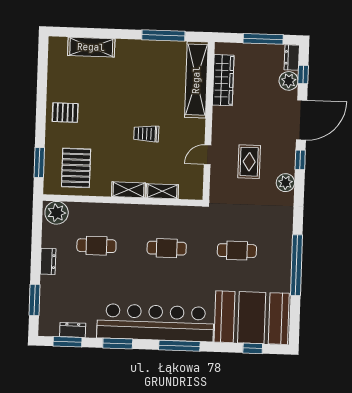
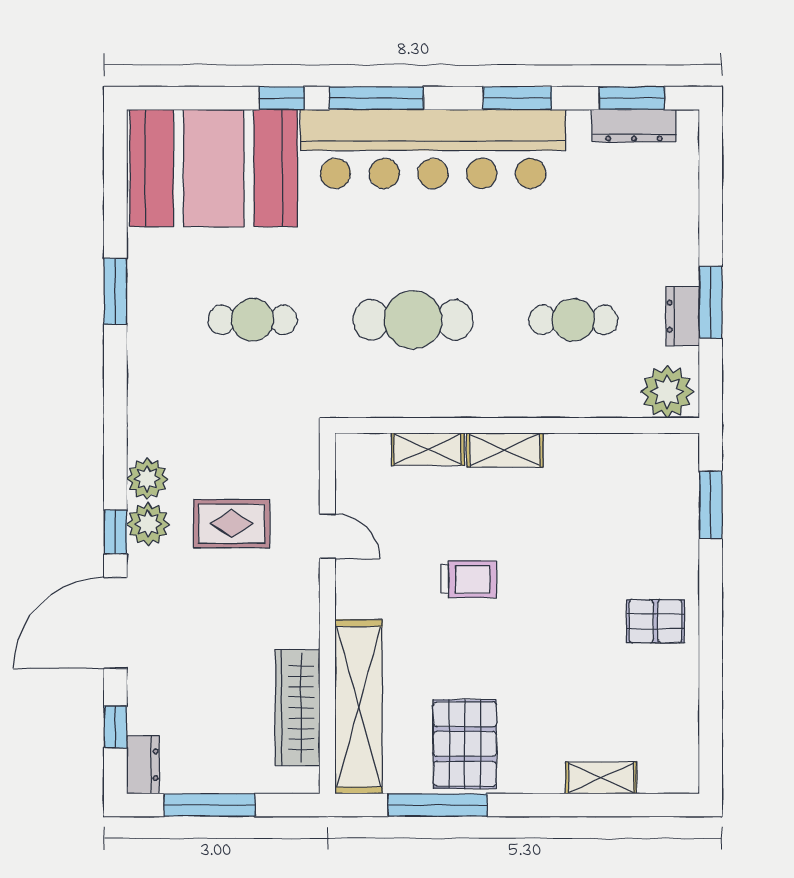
shelving: (91, 47) -> (601, 778), width x0.67, depth x0.75
plant: (289, 81) -> (148, 524), moved
door: (207, 155) -> (327, 536), hinge flipped
rug: (249, 162) -> (232, 524), turned 90
pallet: (76, 168) -> (465, 744), moved
cafe table: (167, 248) -> (413, 320), width x1.37, depth x1.35
dresser: (48, 261) -> (683, 316), moved
window: (297, 265) -> (115, 291), width x0.47
window: (34, 300) -> (711, 302), moved
dresser: (73, 330) -> (634, 126), width x1.44
window: (253, 348) -> (282, 98), moved

